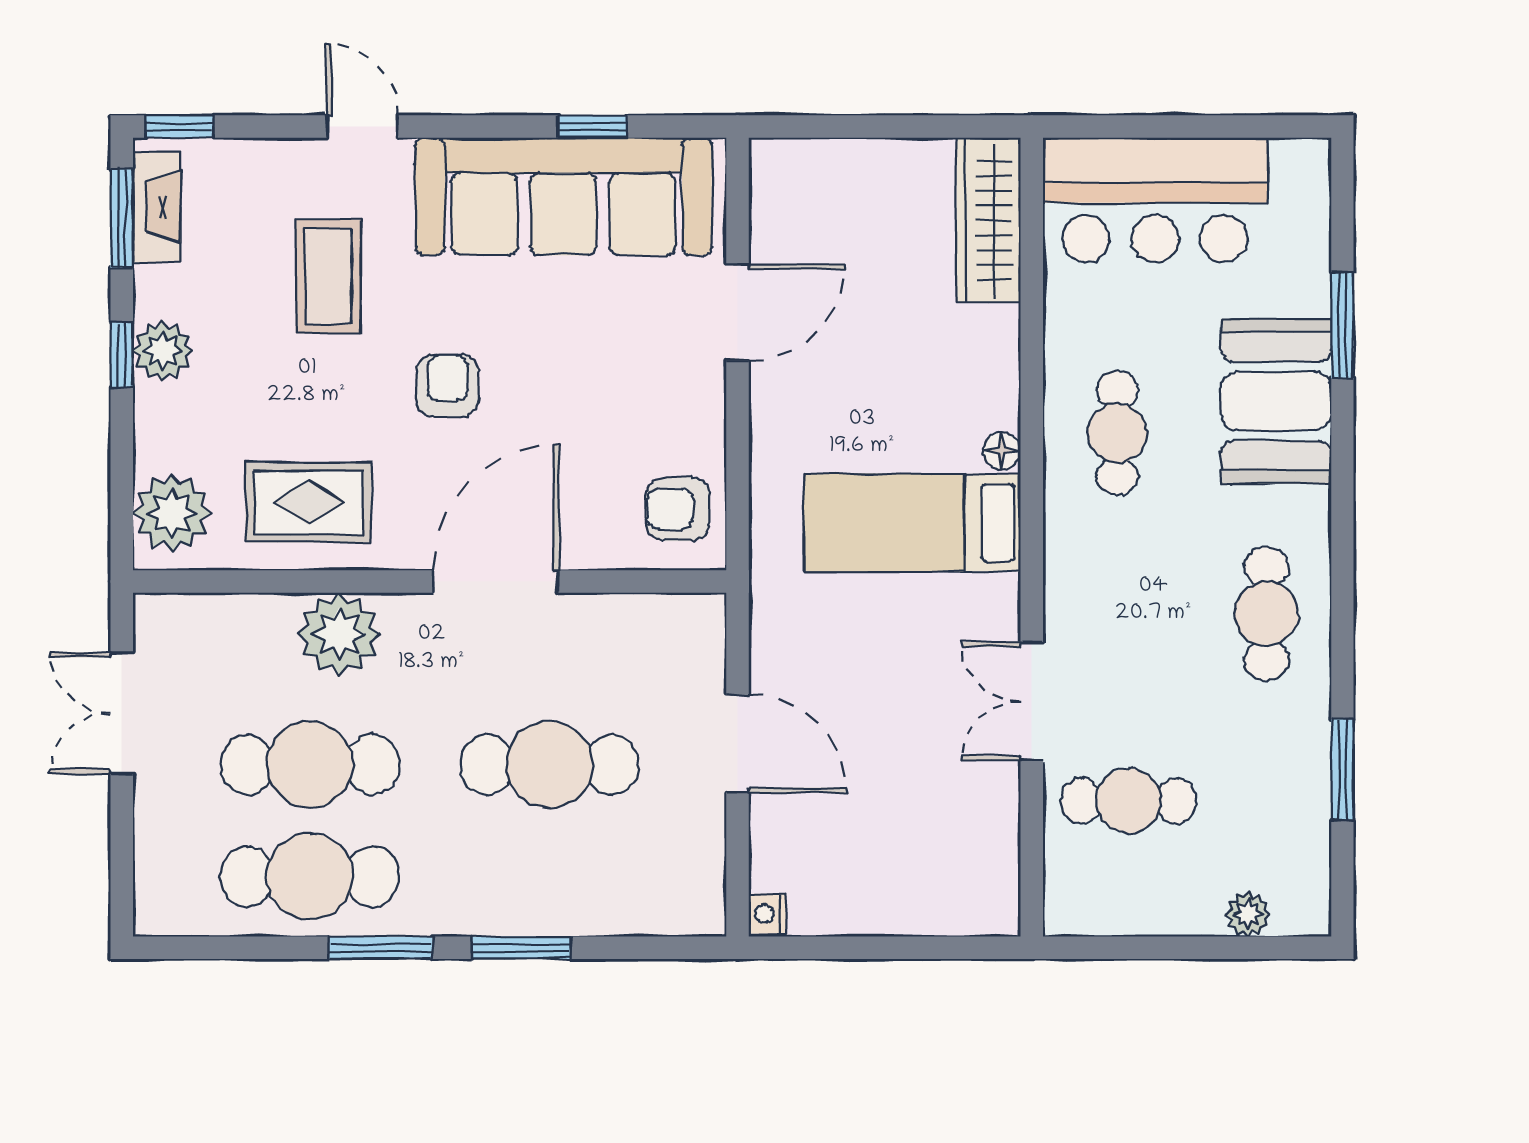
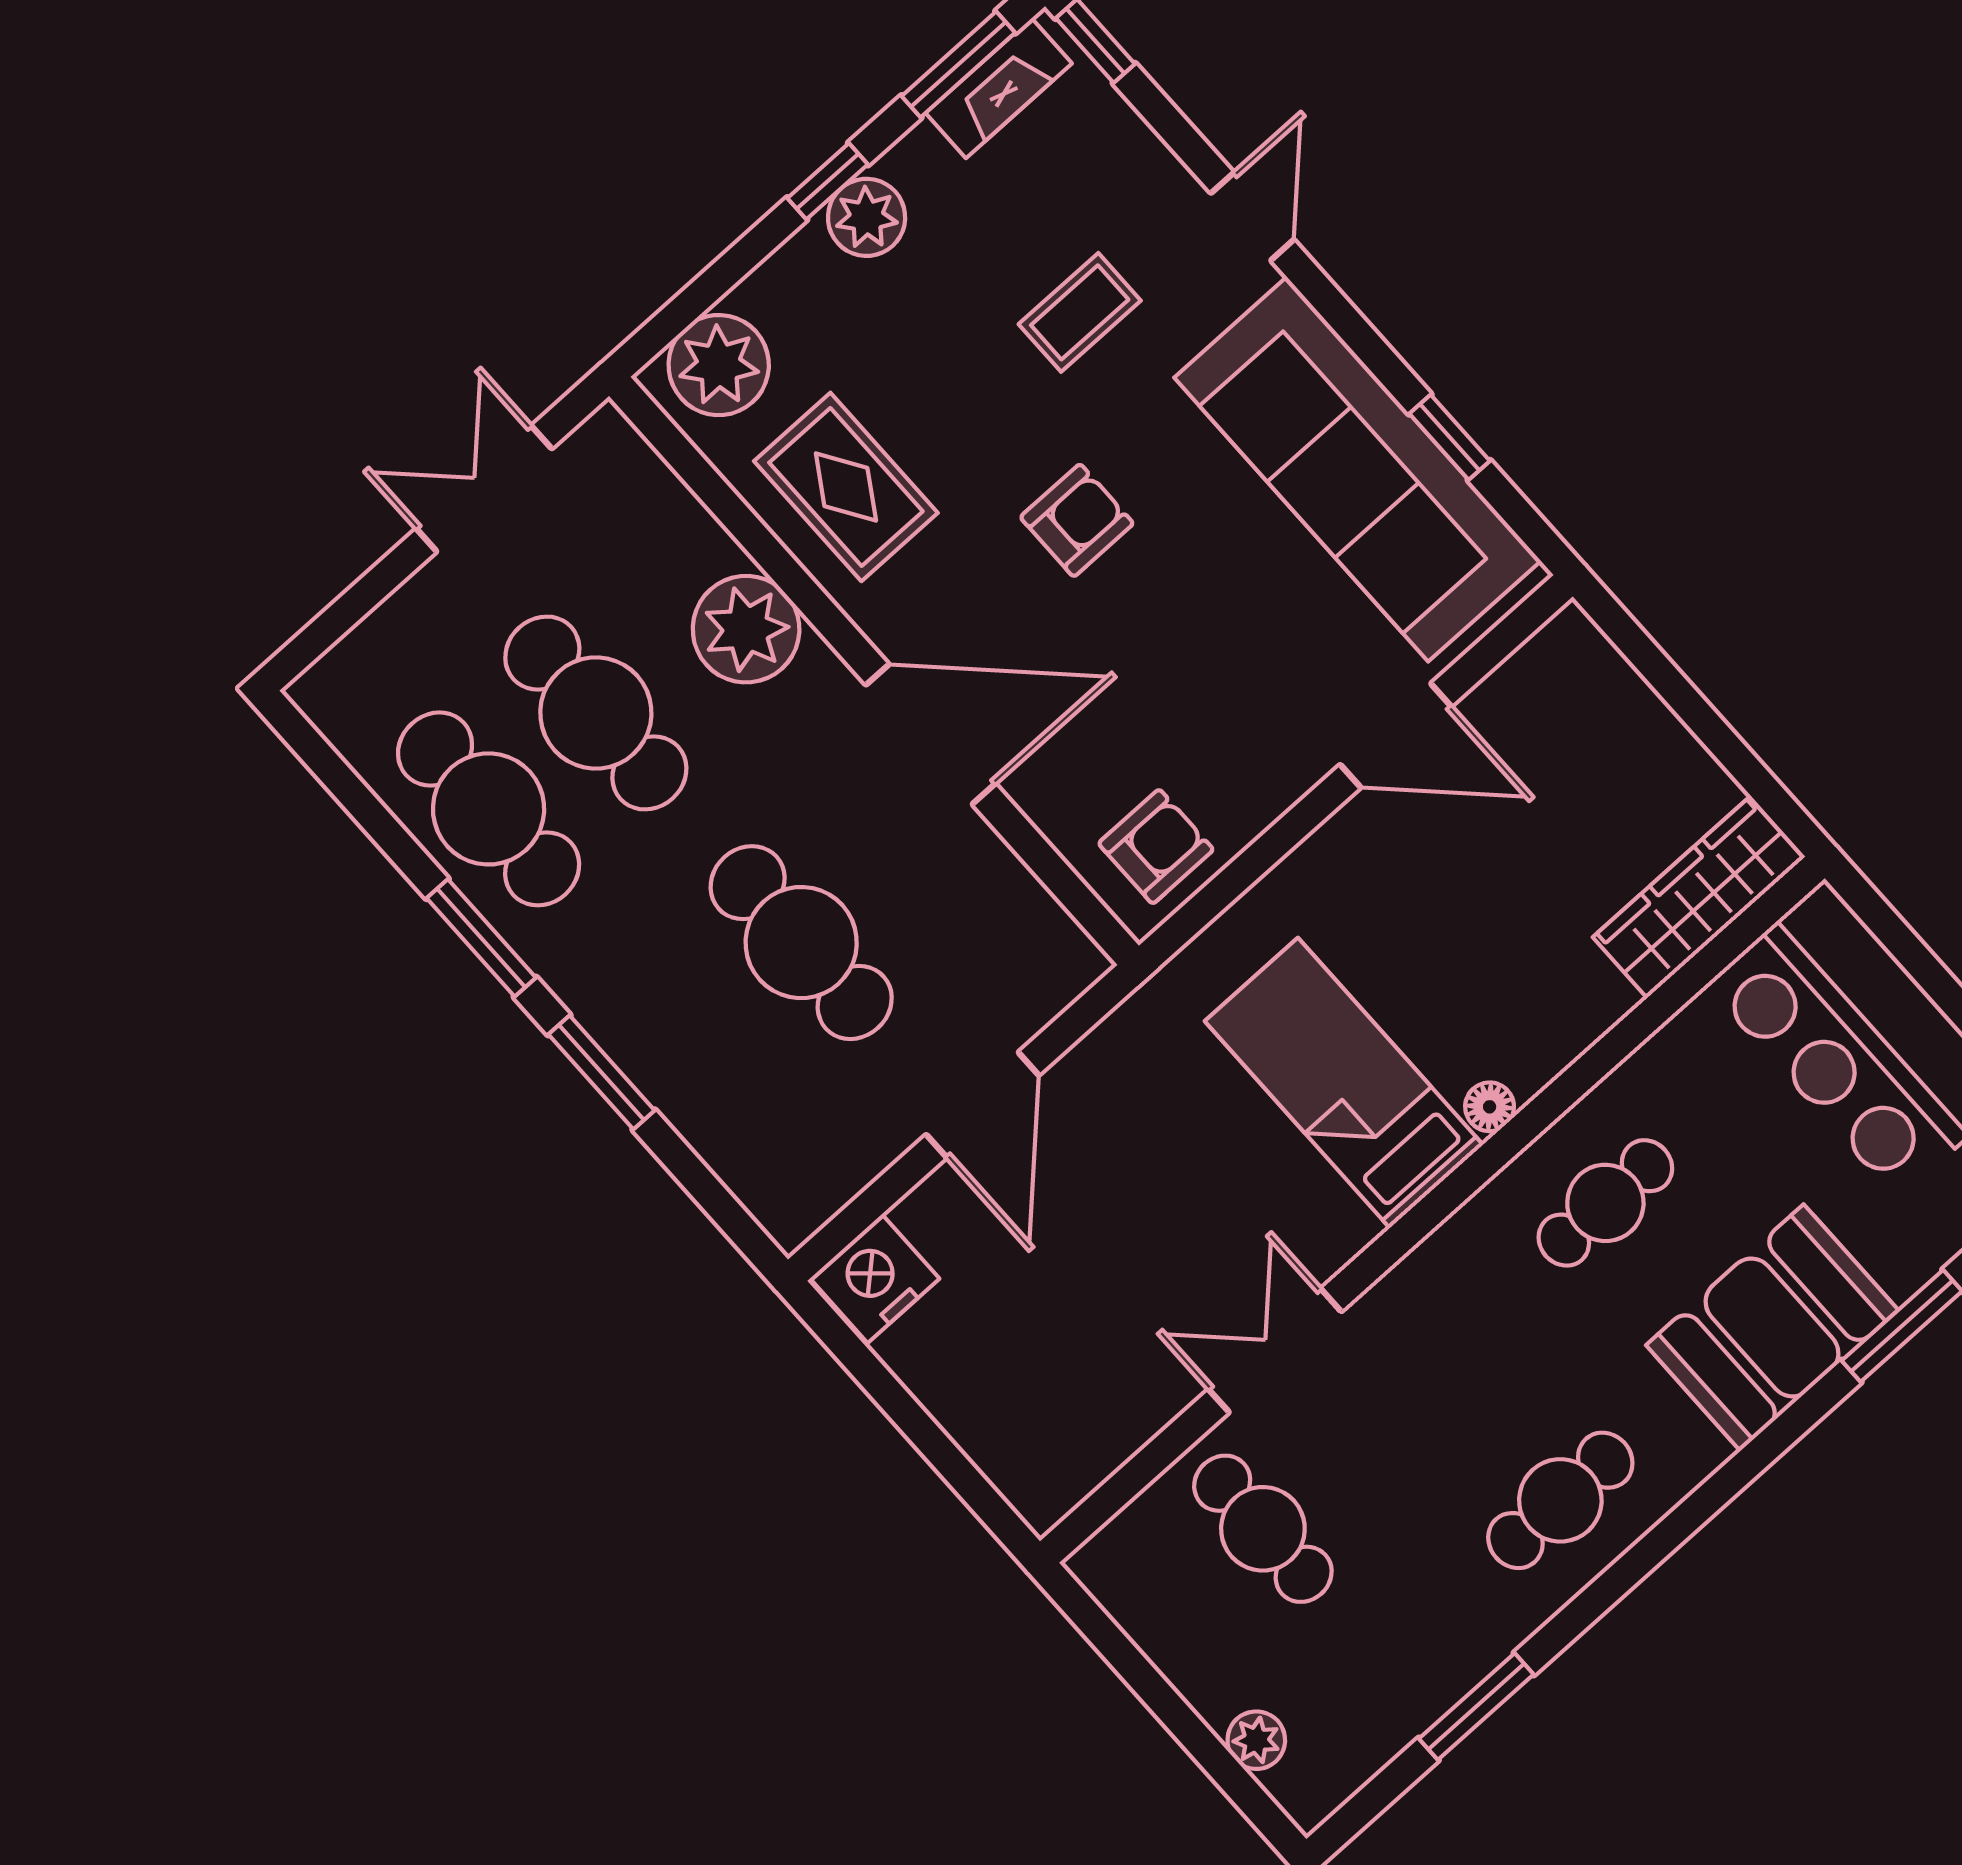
coffee table: (328, 276) -> (1080, 312), width x0.73, depth x0.77
armchair: (678, 509) -> (1156, 847), turned 90
nightstand: (767, 914) -> (875, 1279), width x1.89, depth x1.79

